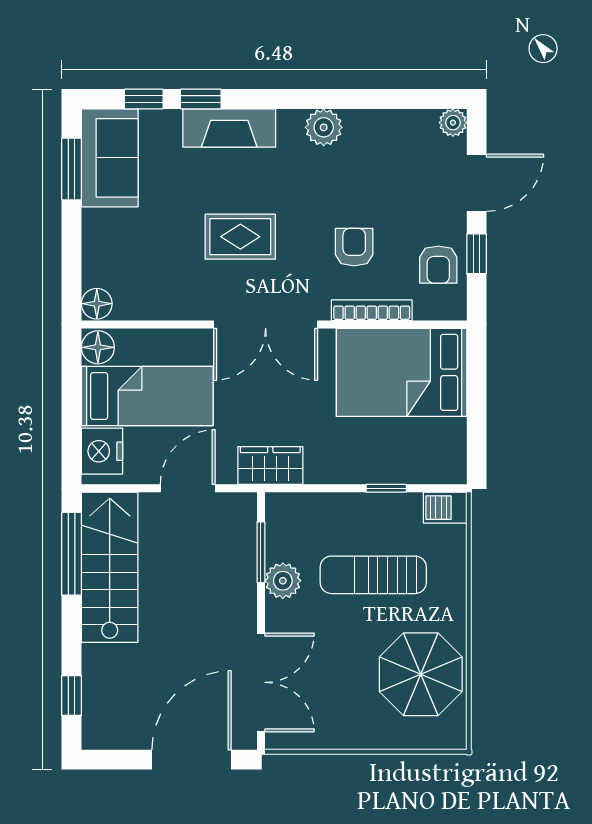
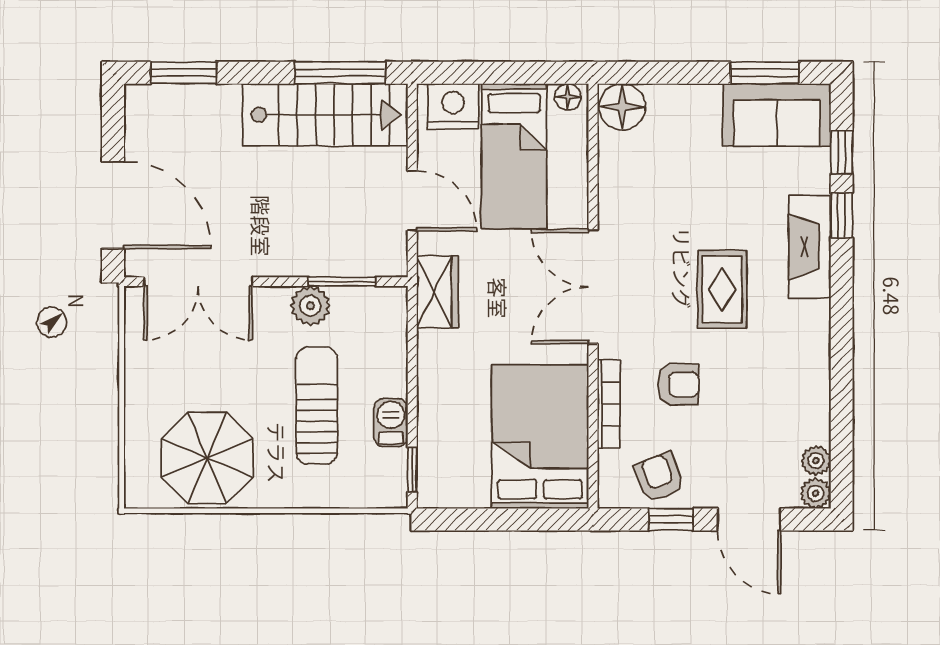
plant: (324, 127) -> (816, 460), moved, width x0.73, depth x0.73
rug: (240, 237) -> (722, 289), moved
armchair: (438, 265) -> (659, 477), turned 69
floor lamp: (97, 304) -> (622, 107), width x1.38, depth x1.38
floor lamp: (98, 347) -> (568, 97), width x0.73, depth x0.73
window: (386, 488) -> (412, 470), moved
barbecue: (445, 508) -> (391, 423), moved
window: (72, 696) -> (184, 73), width x1.50

